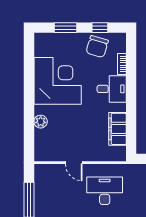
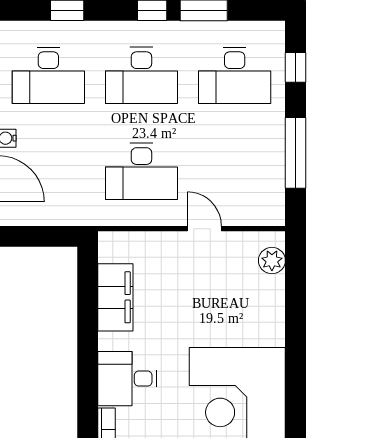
plant: (41, 122) -> (272, 261), moved

